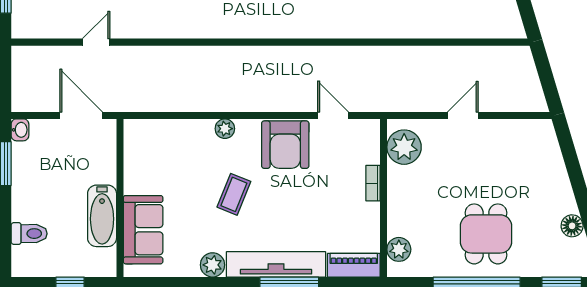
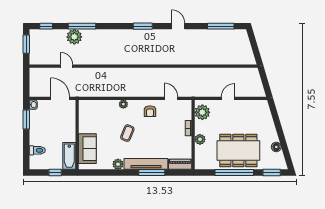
door: (96, 42) -> (67, 66), hinge flipped
armchair: (285, 145) -> (150, 111), width x0.53, depth x0.53
bathtub: (102, 216) -> (69, 156), moved
dining table: (486, 234) -> (238, 151), width x1.88, depth x1.24
plant: (399, 249) -> (200, 139), moved

